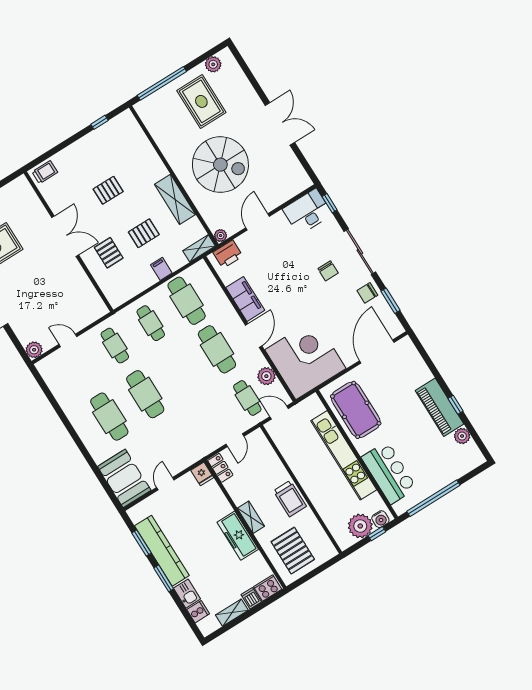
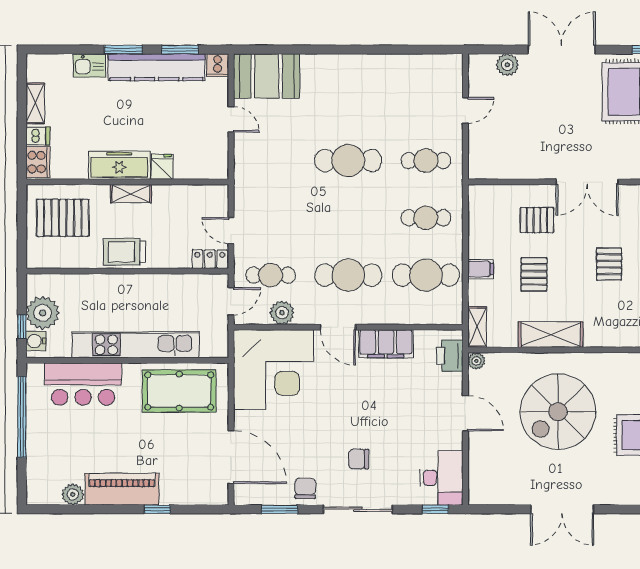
plant: (34, 350) -> (507, 65), moved
window: (455, 405) -> (157, 509), moved
cafe table: (109, 417) -> (348, 103), removed
locker: (220, 468) -> (210, 259), moved, turned 180
fridge: (202, 474) -> (162, 167), moved, turned 90
cooker: (198, 612) -> (218, 65), moved

